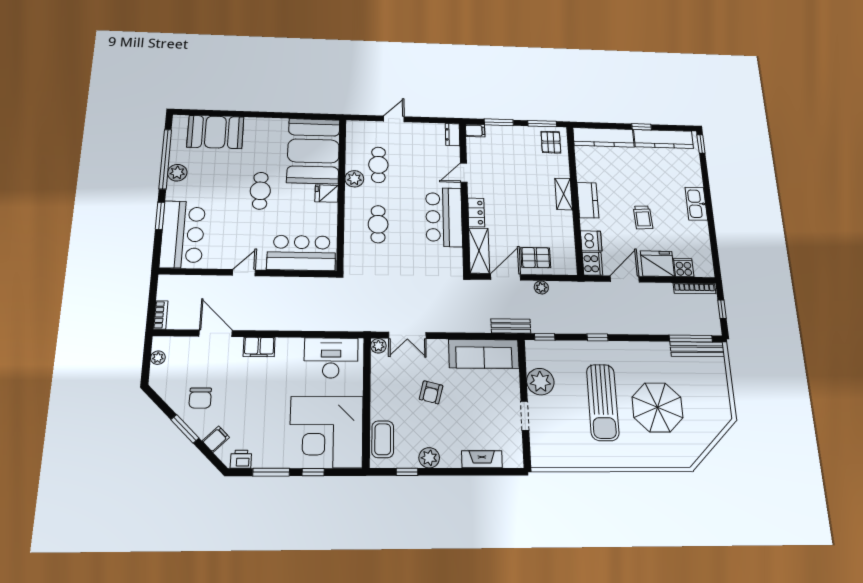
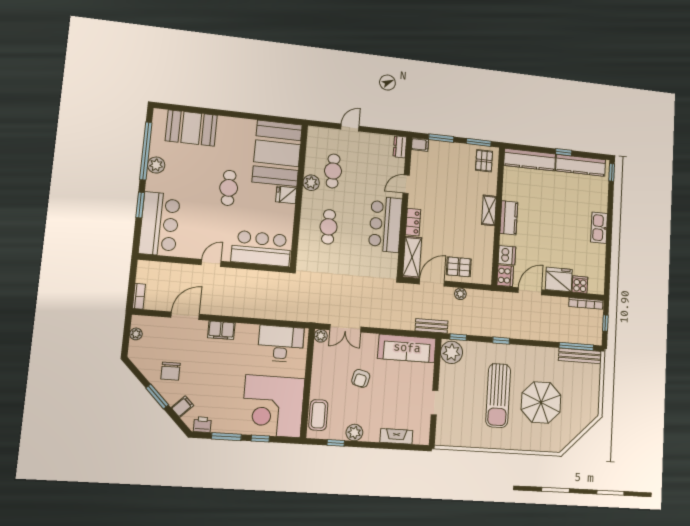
trolley: (643, 217) -> (553, 237), removed
door: (216, 333) -> (185, 316), hinge flipped
plant: (540, 382) -> (452, 352), moved

